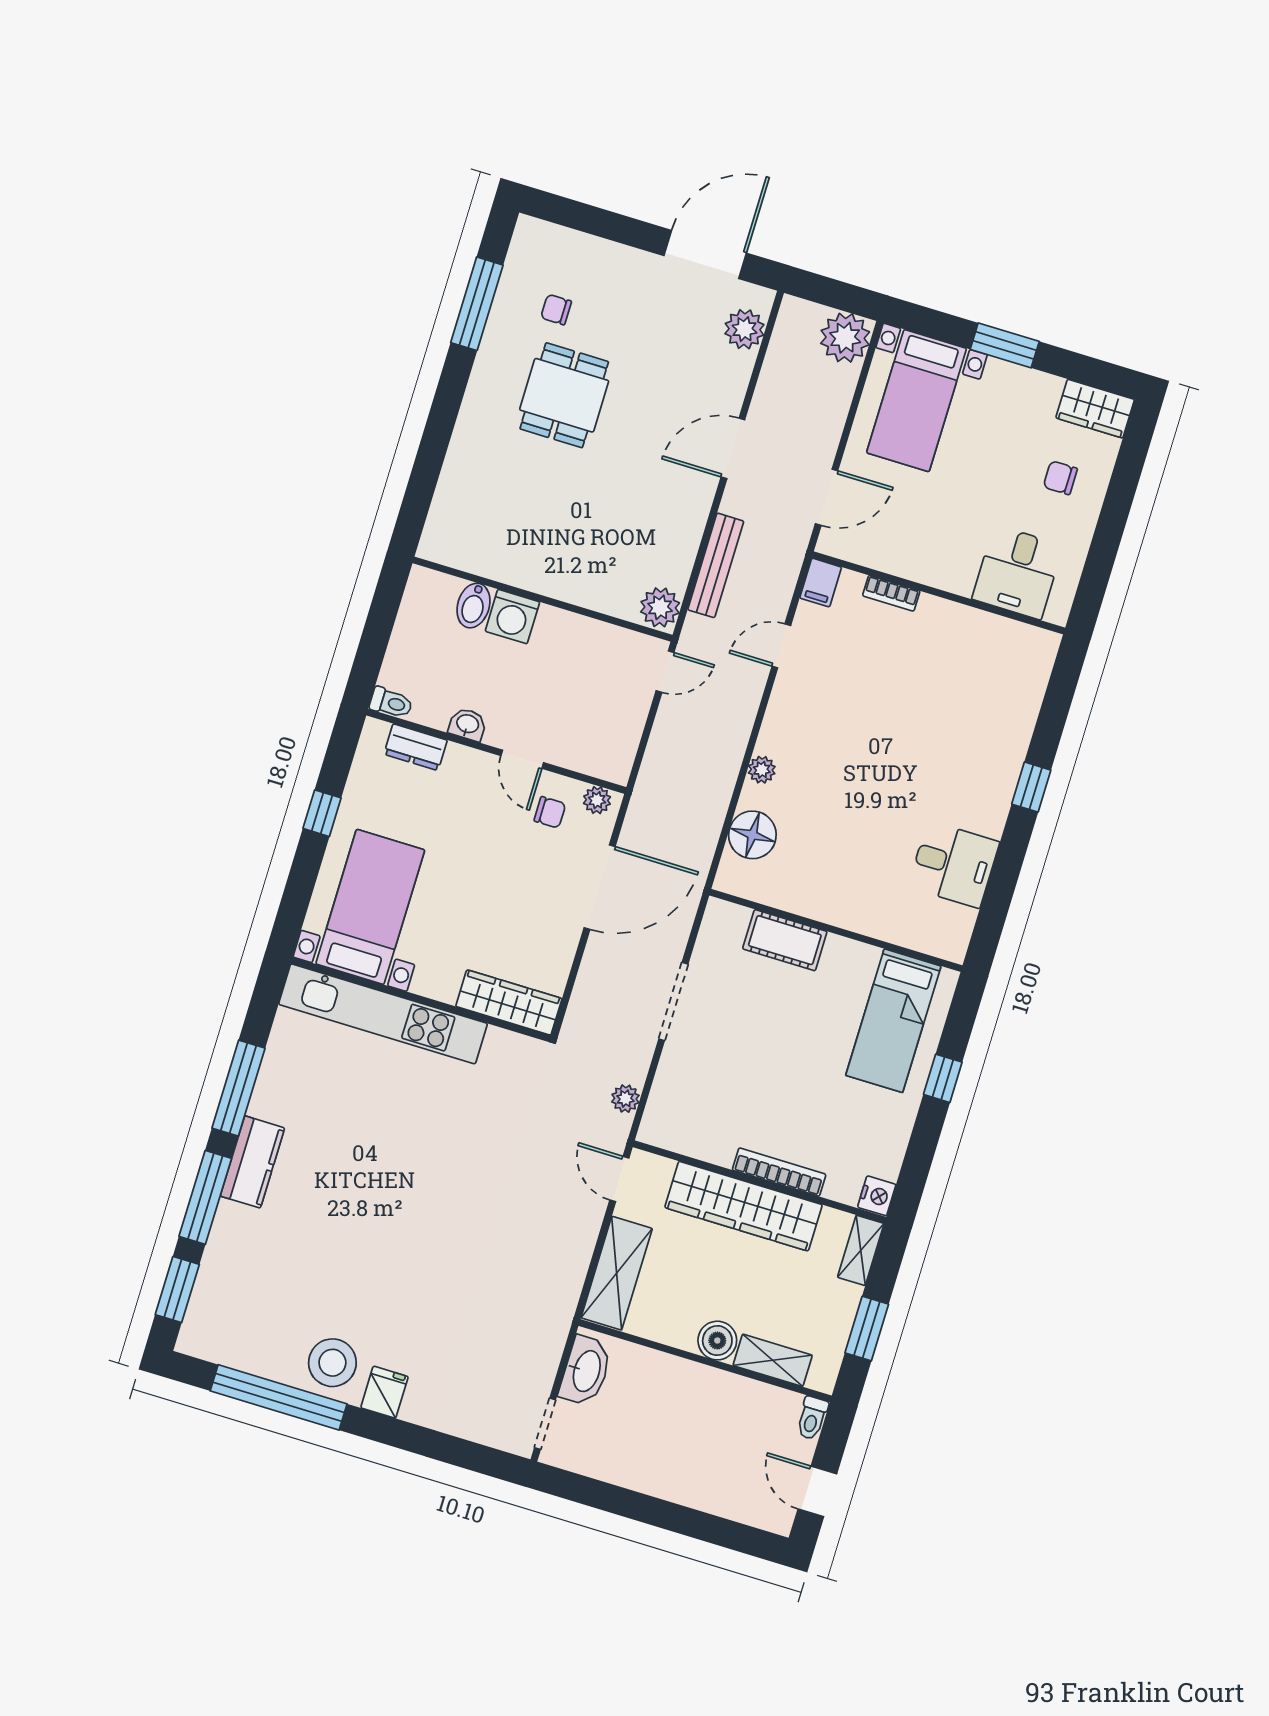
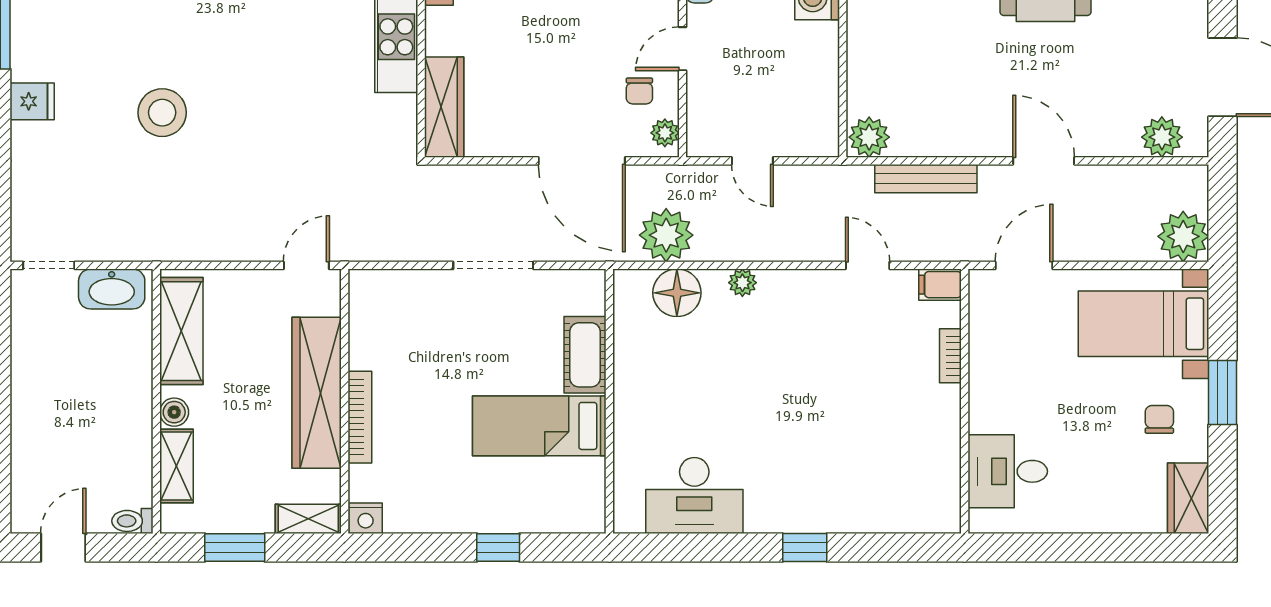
chair: (1060, 478) -> (1159, 419), moved
door: (827, 497) -> (1024, 265), swing flipped
door: (665, 672) -> (752, 161), moved
desk: (954, 864) -> (694, 495), width x1.37
bed: (893, 1021) -> (539, 426), moved
plant: (625, 1099) -> (666, 235), moved, width x1.87, depth x1.87
shelving: (617, 1273) -> (181, 331), moved, turned 90
boiler: (717, 1341) -> (174, 412), width x0.73, depth x0.73
stool: (332, 1363) -> (162, 113), moved

